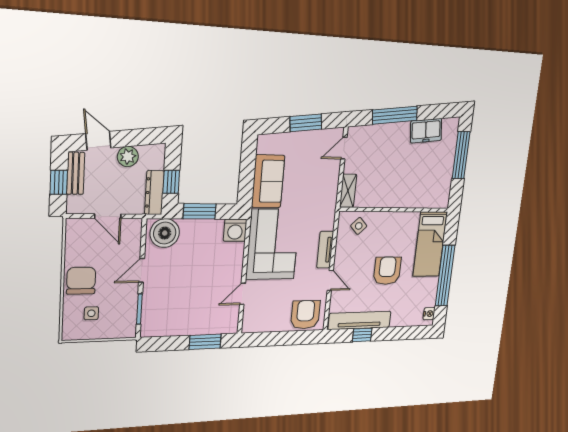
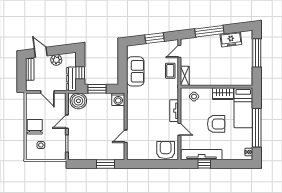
coffee table: (326, 181) -> (170, 71), added
window: (59, 182) -> (21, 74), removed
wardrobe: (403, 221) -> (223, 94), added
corner sofa: (273, 244) -> (141, 107), removed
armchair: (387, 271) -> (216, 124), turned 90

